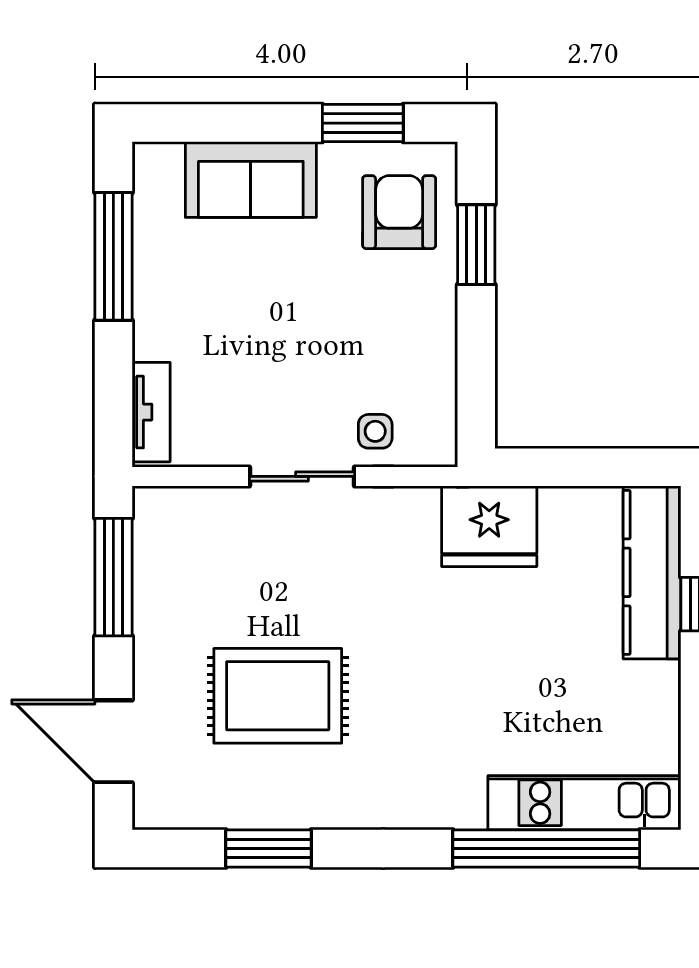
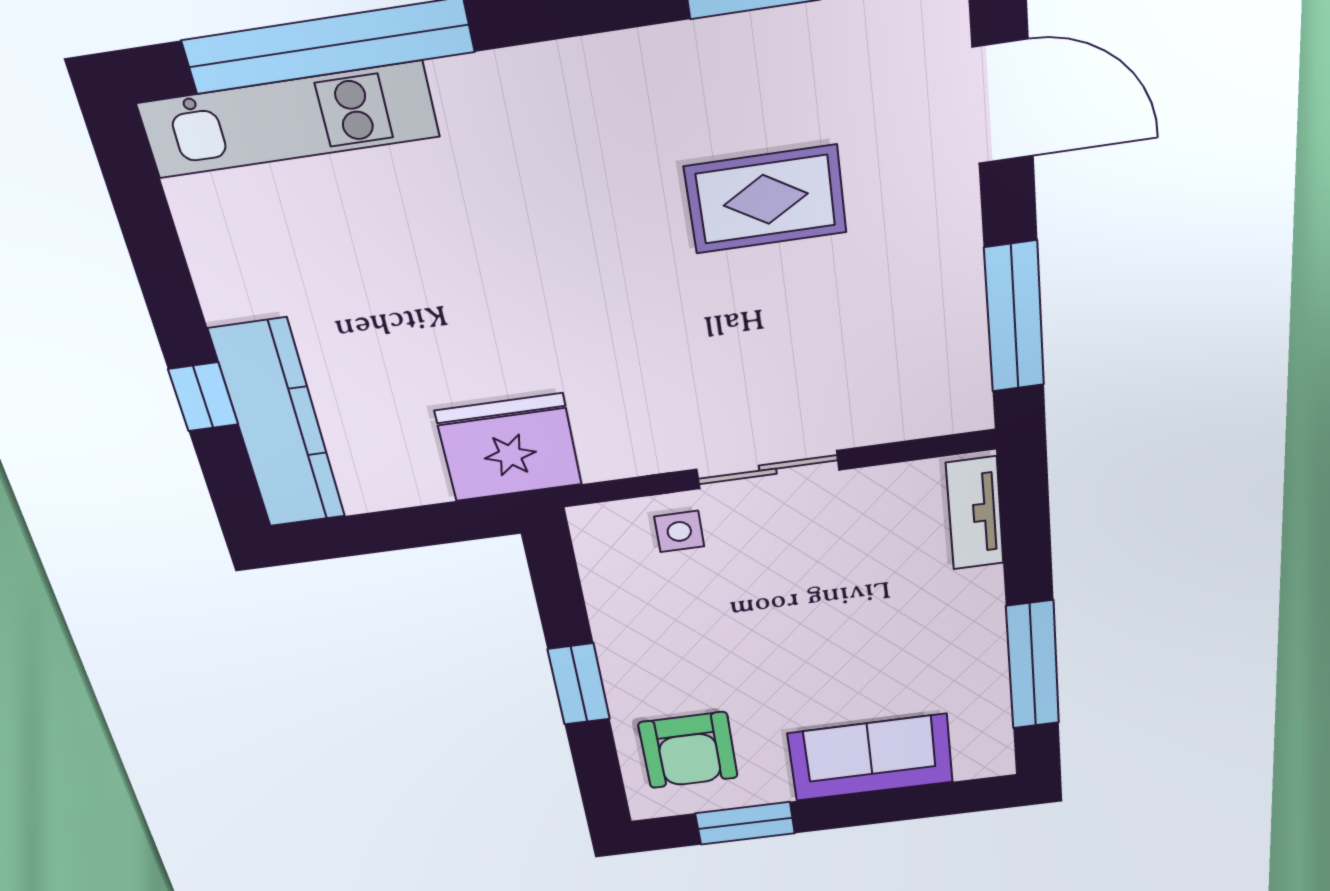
window: (476, 245) -> (579, 684), moved
rug: (278, 696) -> (766, 200), width x0.73, depth x0.70

